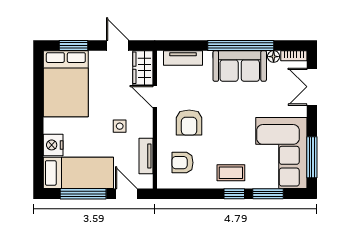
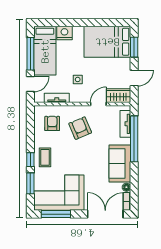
window: (241, 46) -> (134, 139), moved
double door: (312, 87) -> (105, 214), width x1.37
armchair: (189, 123) -> (80, 128), turned 67

